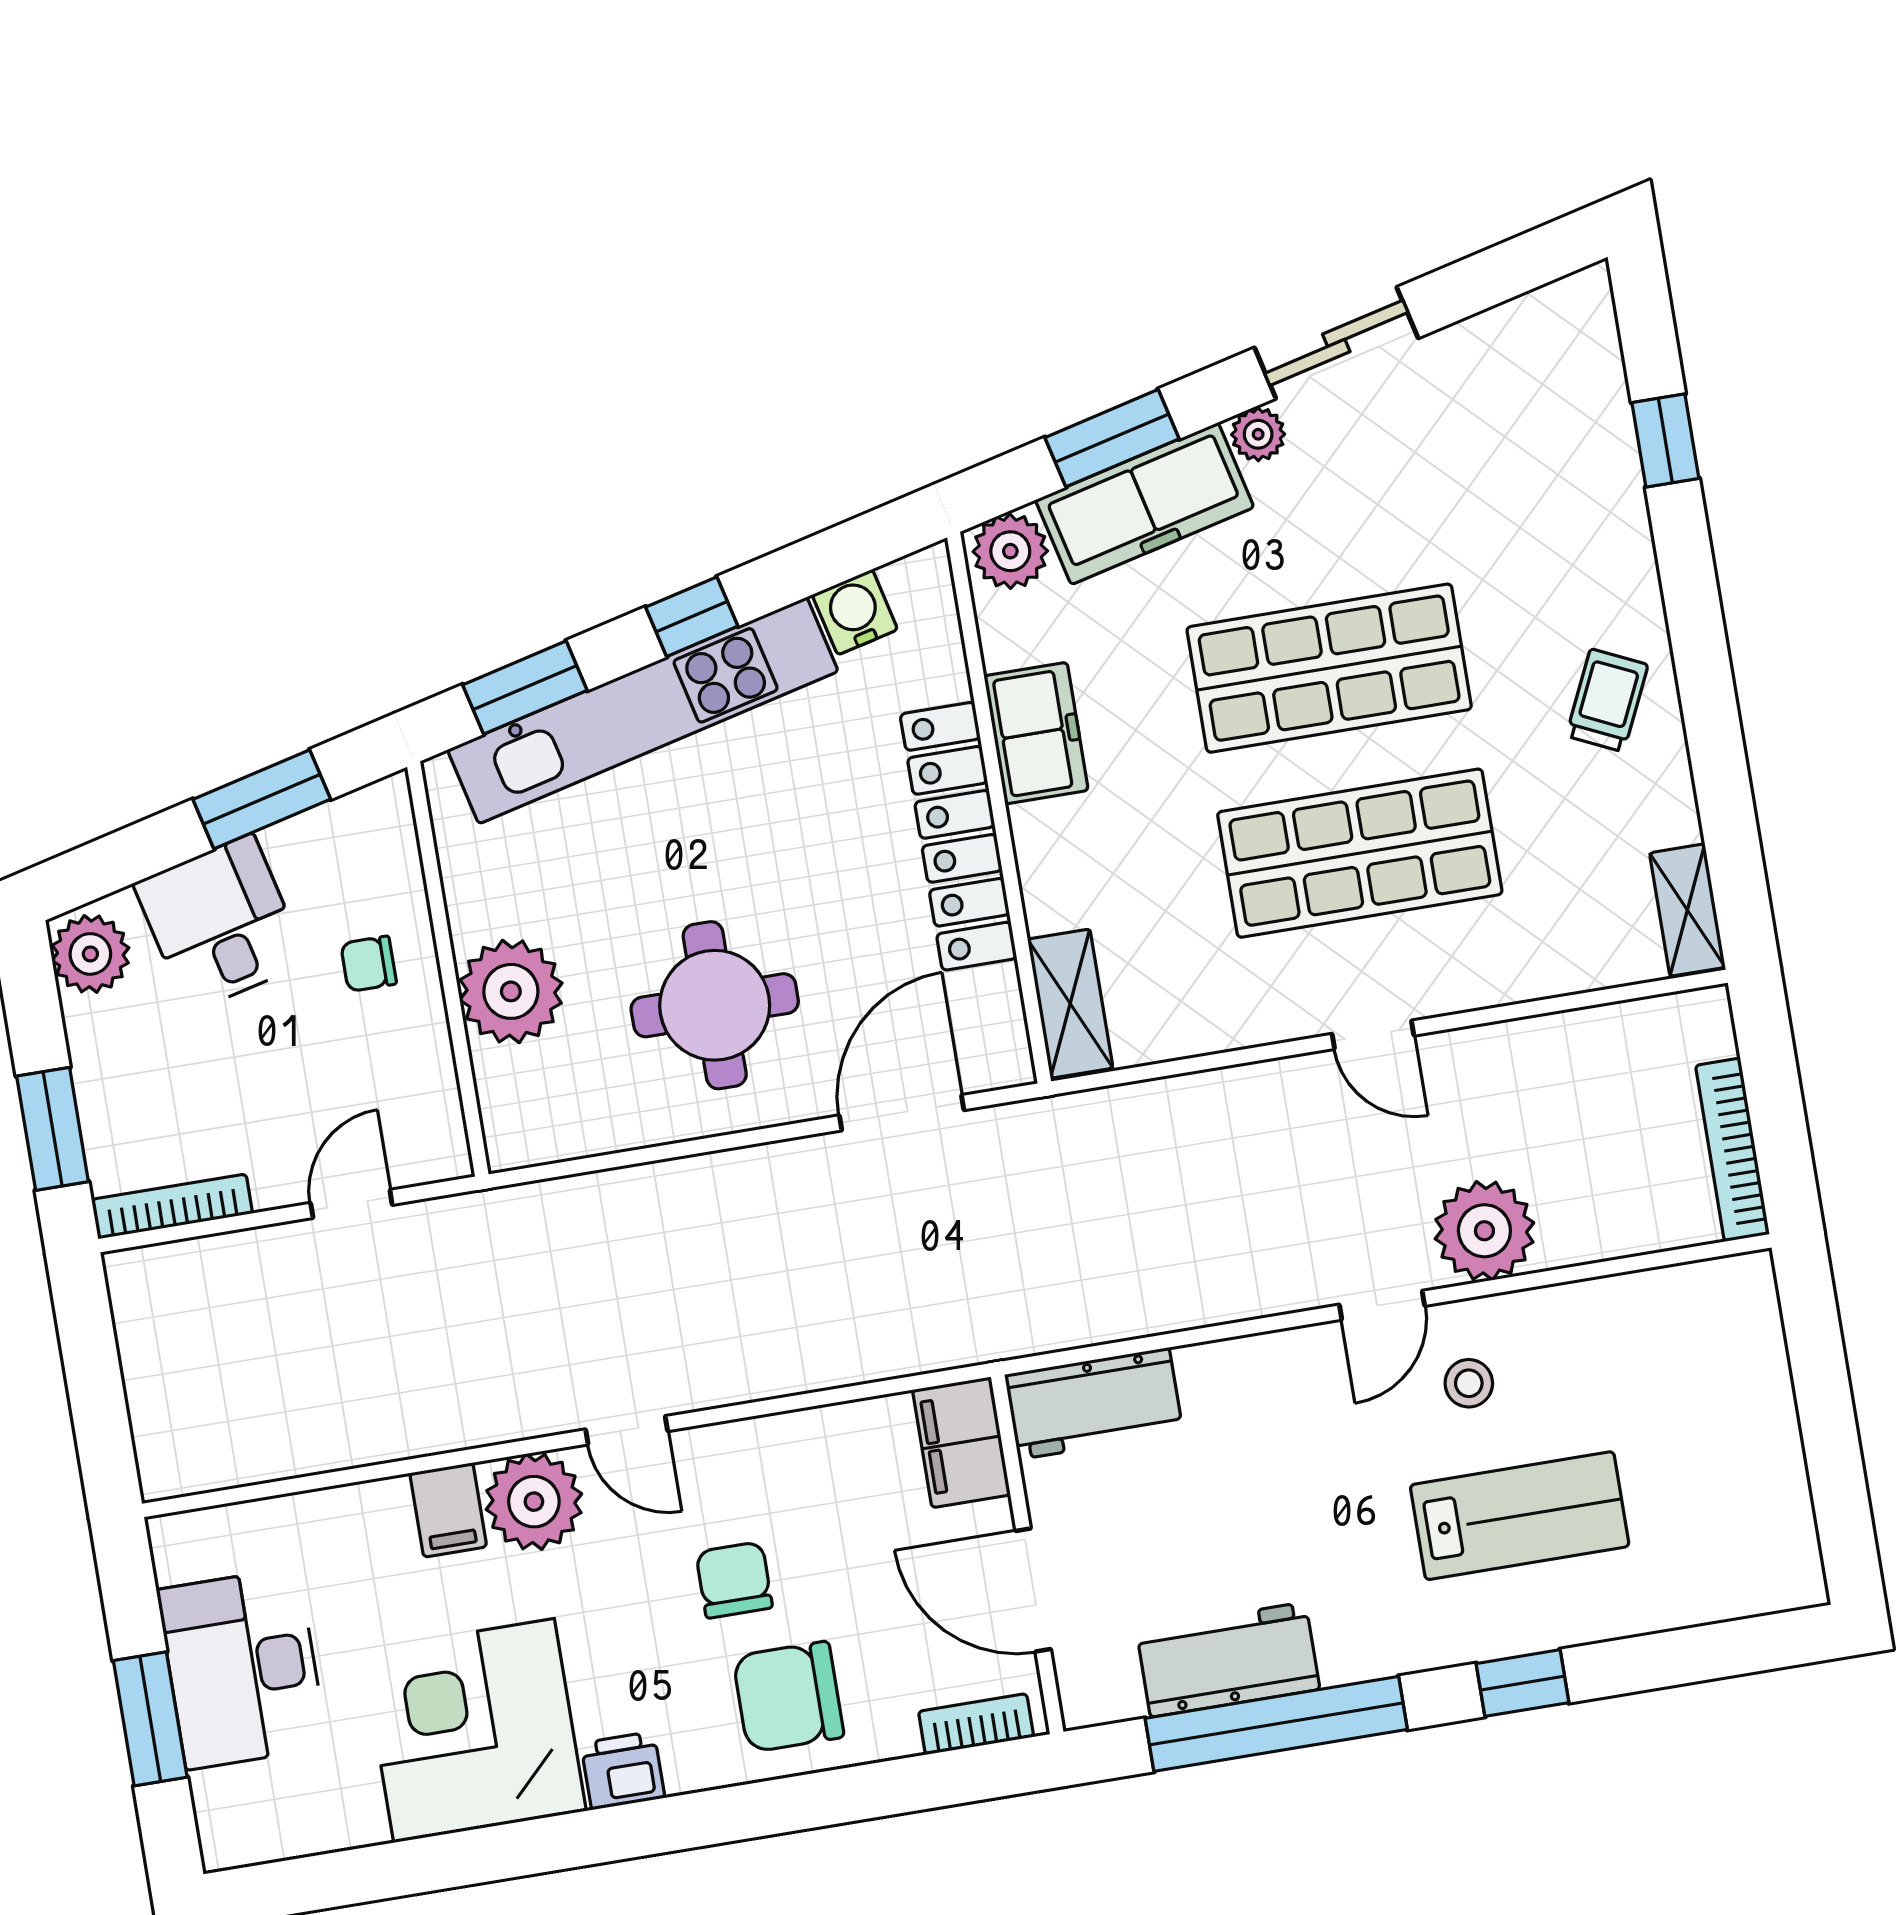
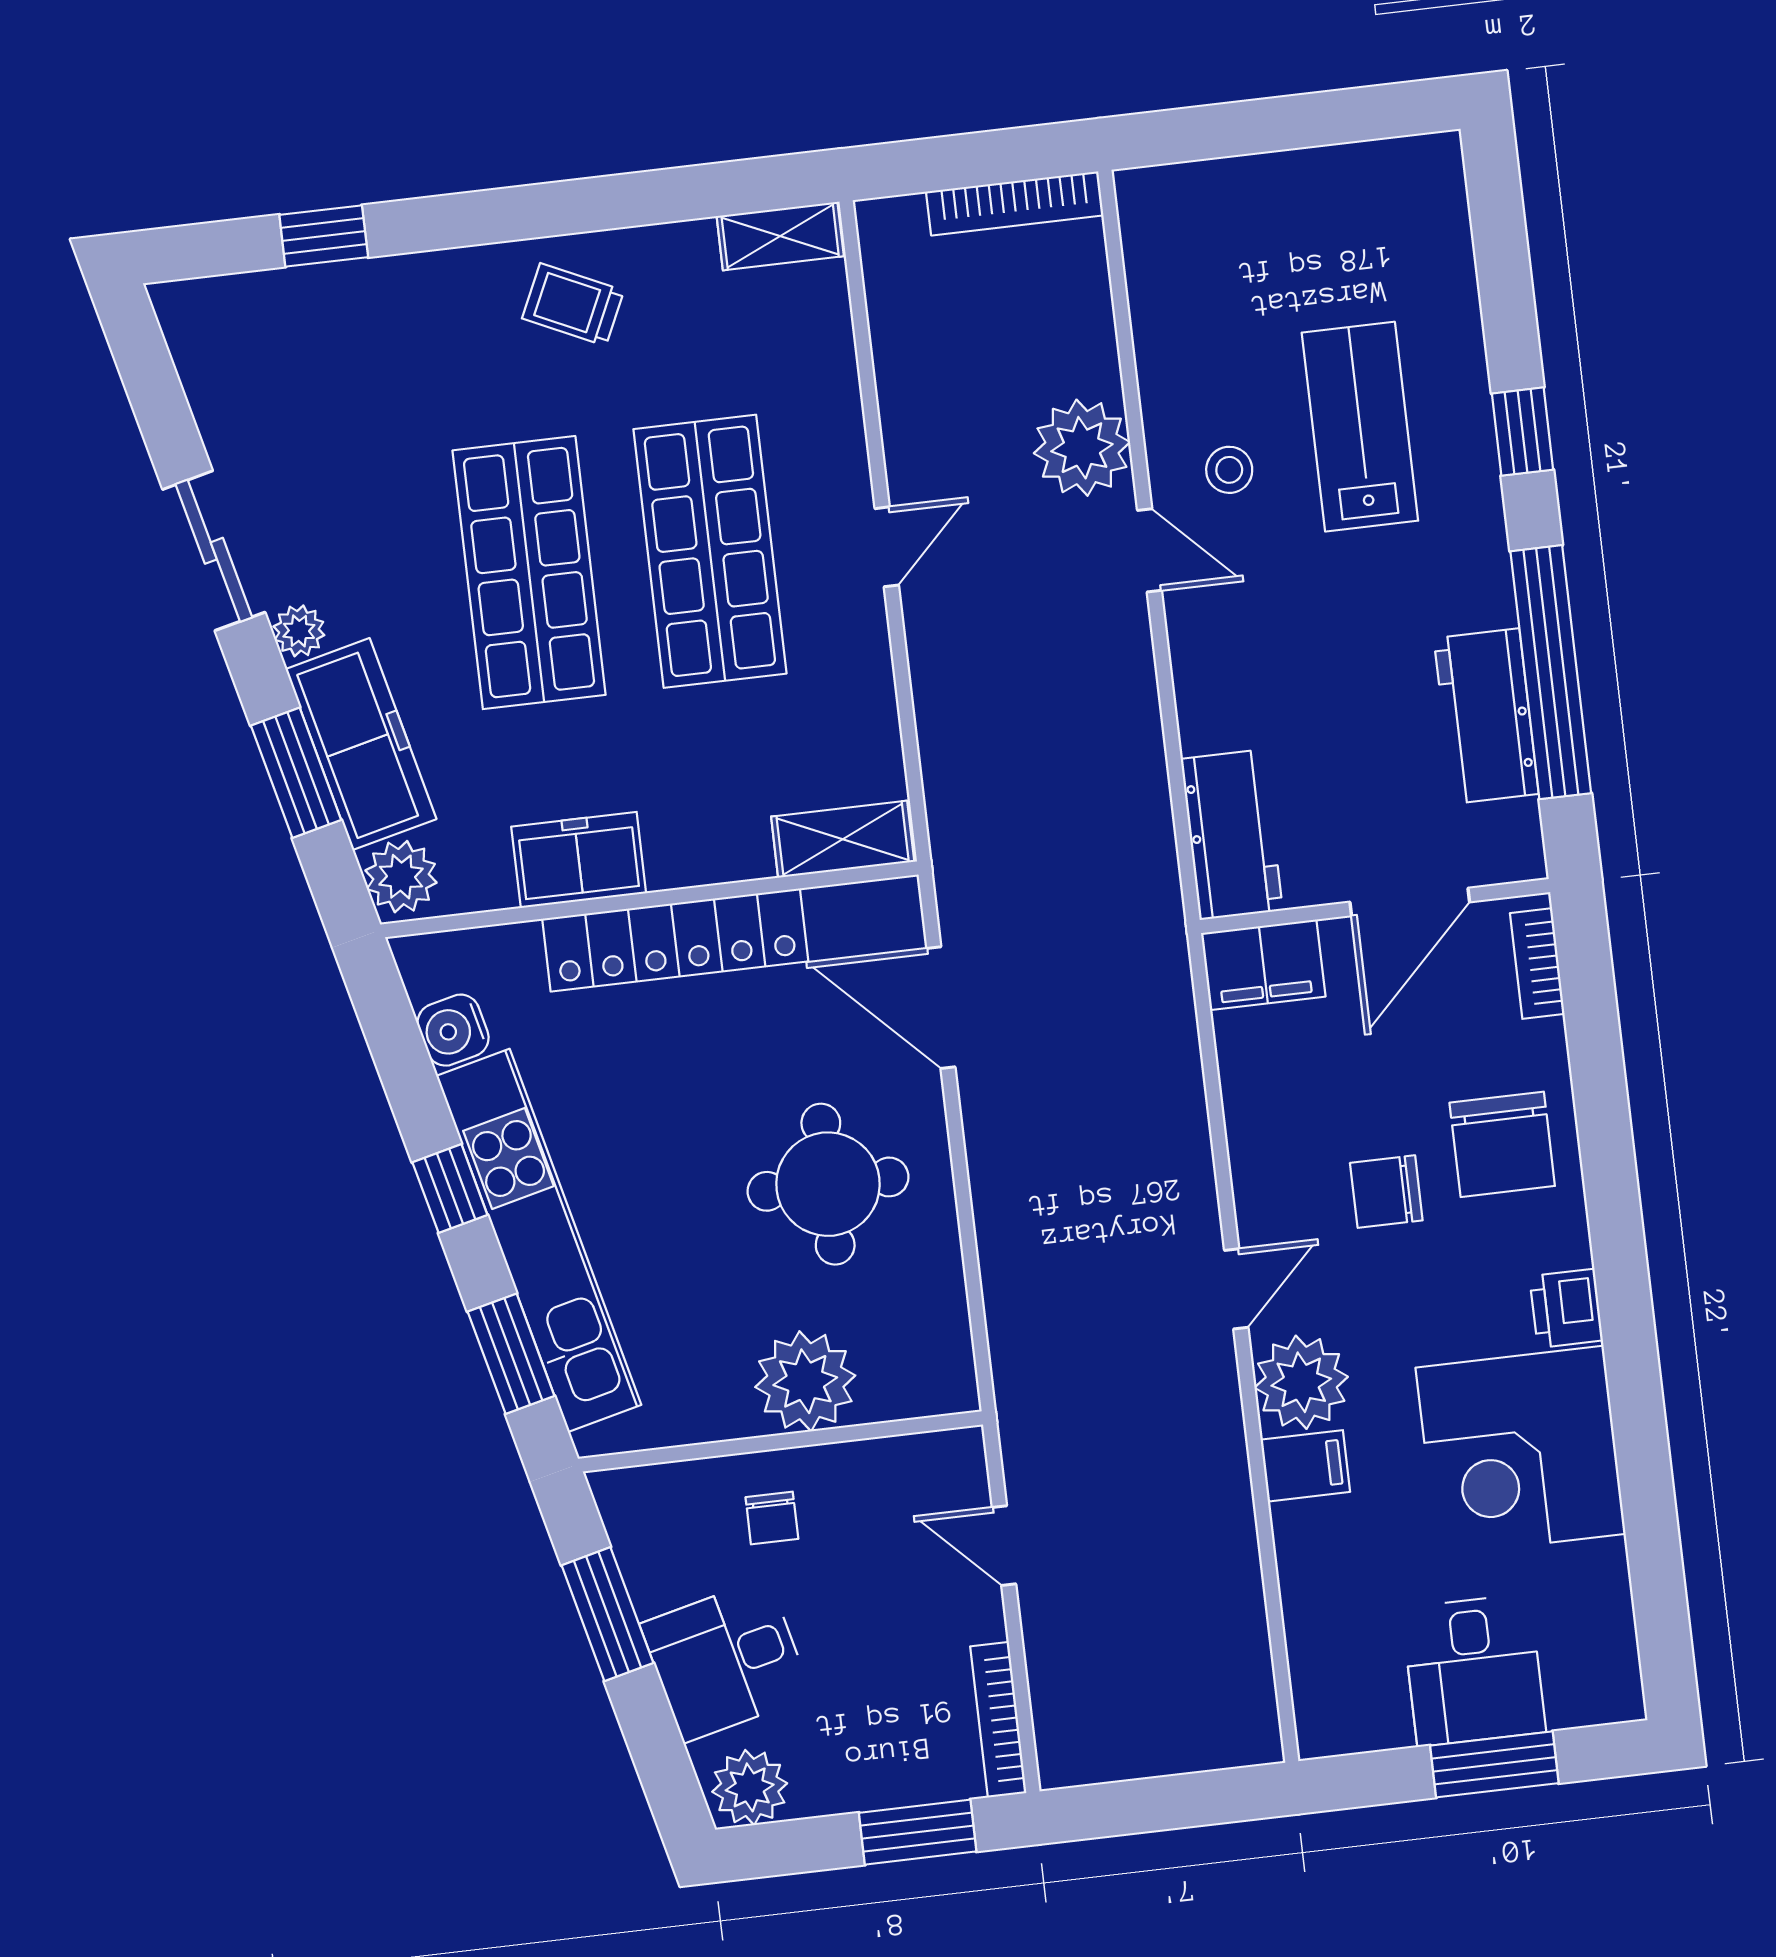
desk: (242, 1668) -> (1474, 1670), width x0.73

